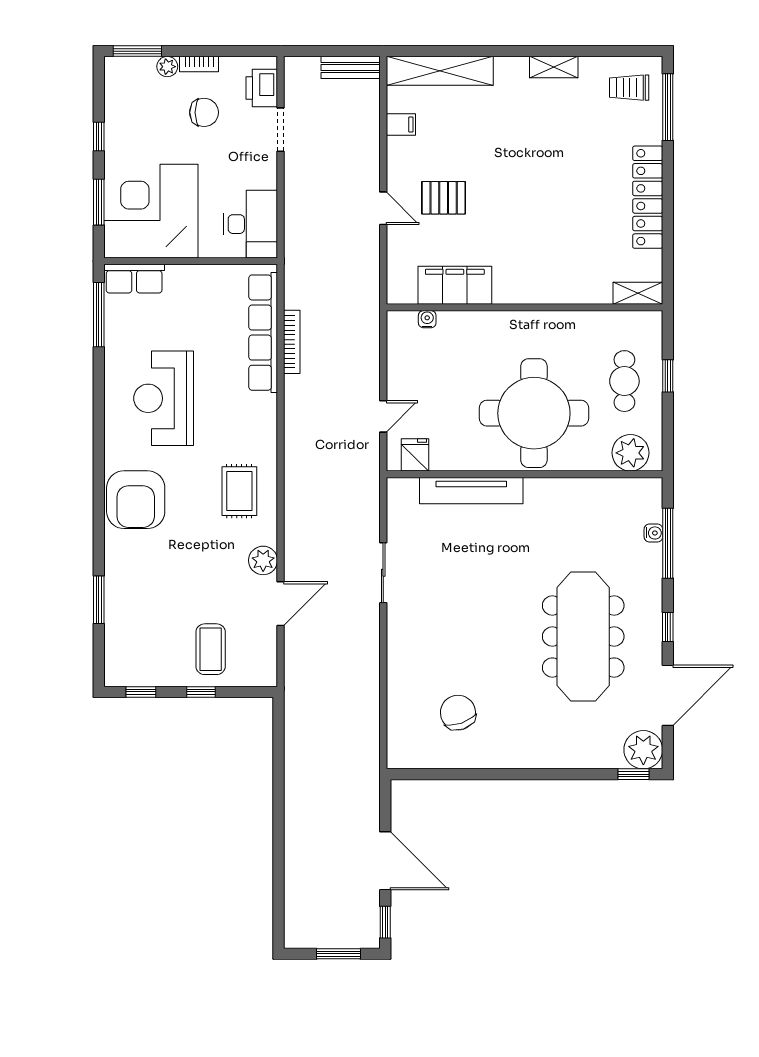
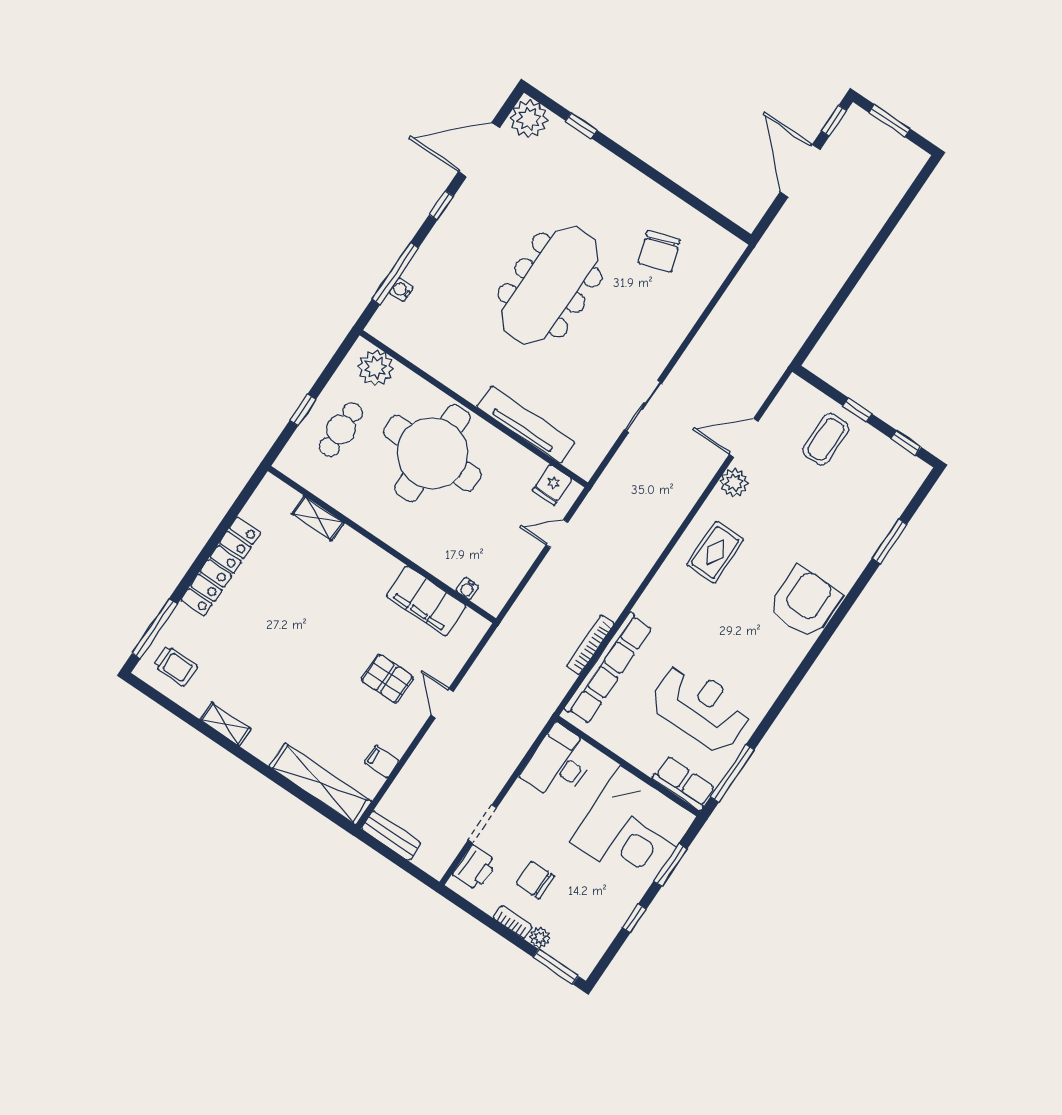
shelving: (638, 293) -> (318, 518), moved
reception desk: (164, 398) -> (701, 708), moved, turned -90
meeting table: (583, 637) -> (550, 285), moved
window: (633, 774) -> (581, 125), moved

